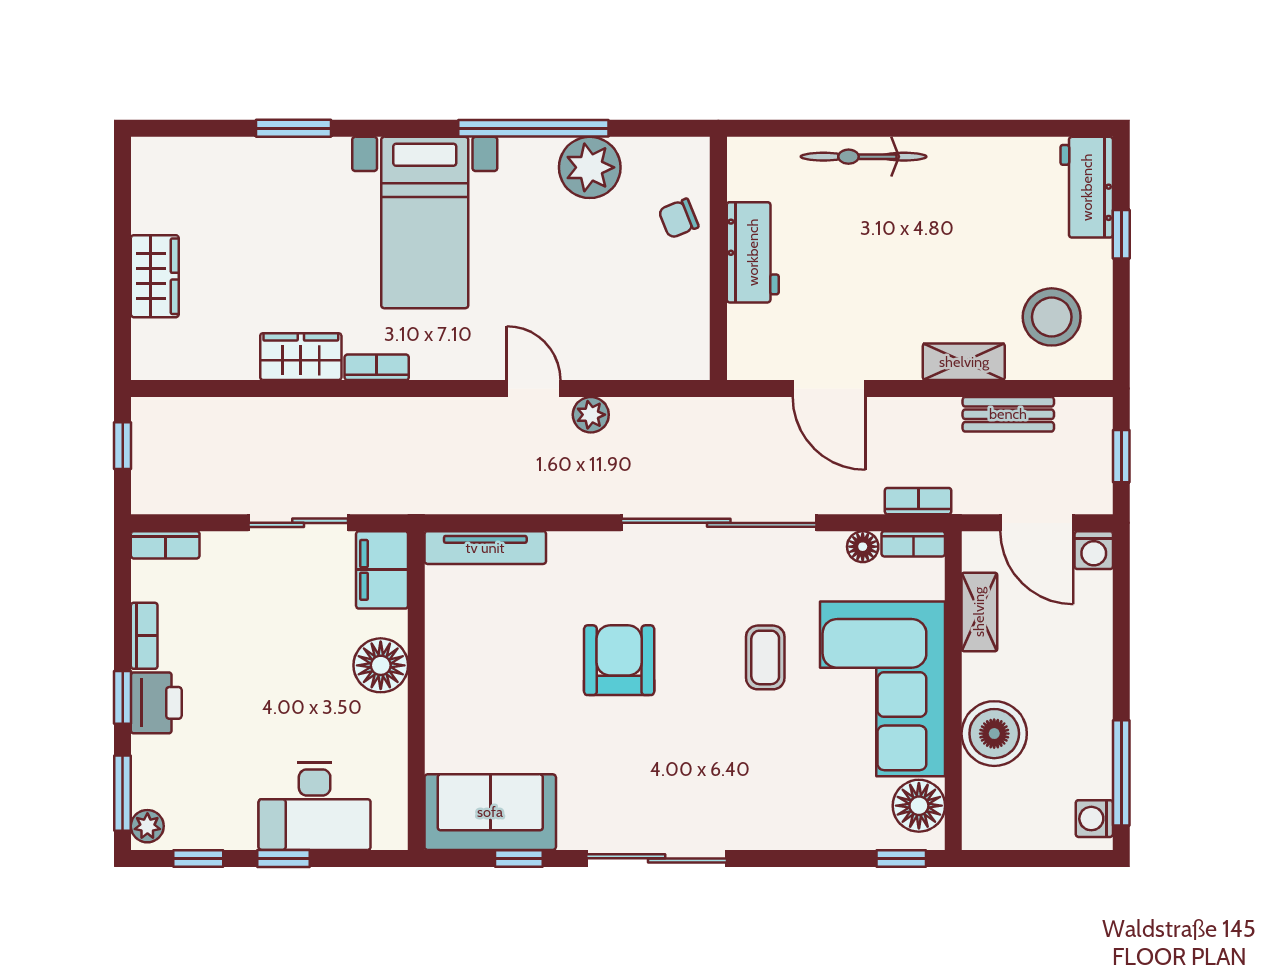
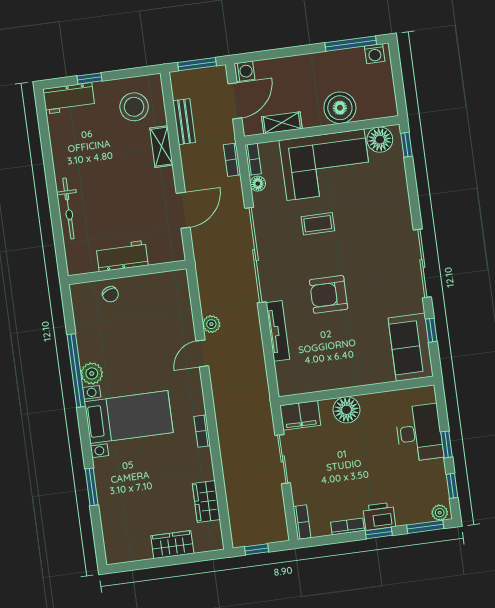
plant: (590, 167) -> (92, 373), moved, width x0.73, depth x0.73
wardrobe: (301, 357) -> (206, 501), moved
window: (1121, 456) -> (197, 64), width x1.50
tv unit: (485, 548) -> (278, 331), moved

